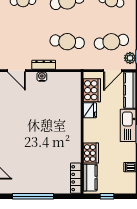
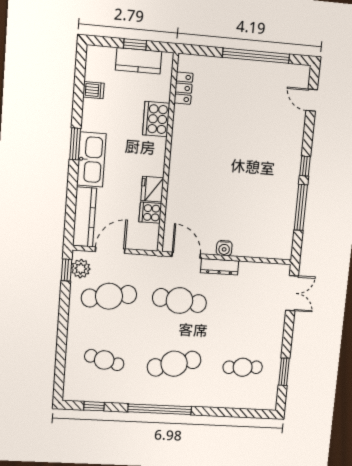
door: (16, 71) -> (186, 255), moved
cooker: (92, 90) -> (150, 213), width x0.53, depth x0.76
locker: (76, 178) -> (183, 88), width x0.66
kitchen counter: (90, 178) -> (139, 61), moved, turned -90

